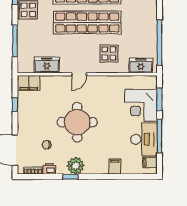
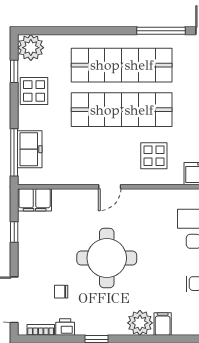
window: (15, 41) -> (14, 152), moved
freezer: (47, 65) -> (30, 149), moved, turned 90
plant: (76, 166) -> (140, 323), moved

